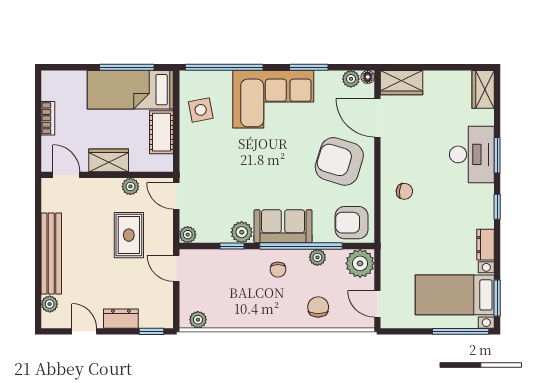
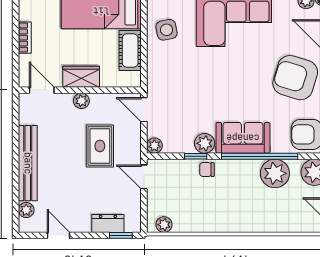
plant: (130, 186) -> (81, 101), moved
plant: (317, 257) -> (275, 173), width x1.87, depth x1.87
chair: (278, 270) -> (207, 170), moved, turned 90
chair: (318, 307) -> (276, 213), removed
dresser: (121, 319) -> (108, 224), moved

